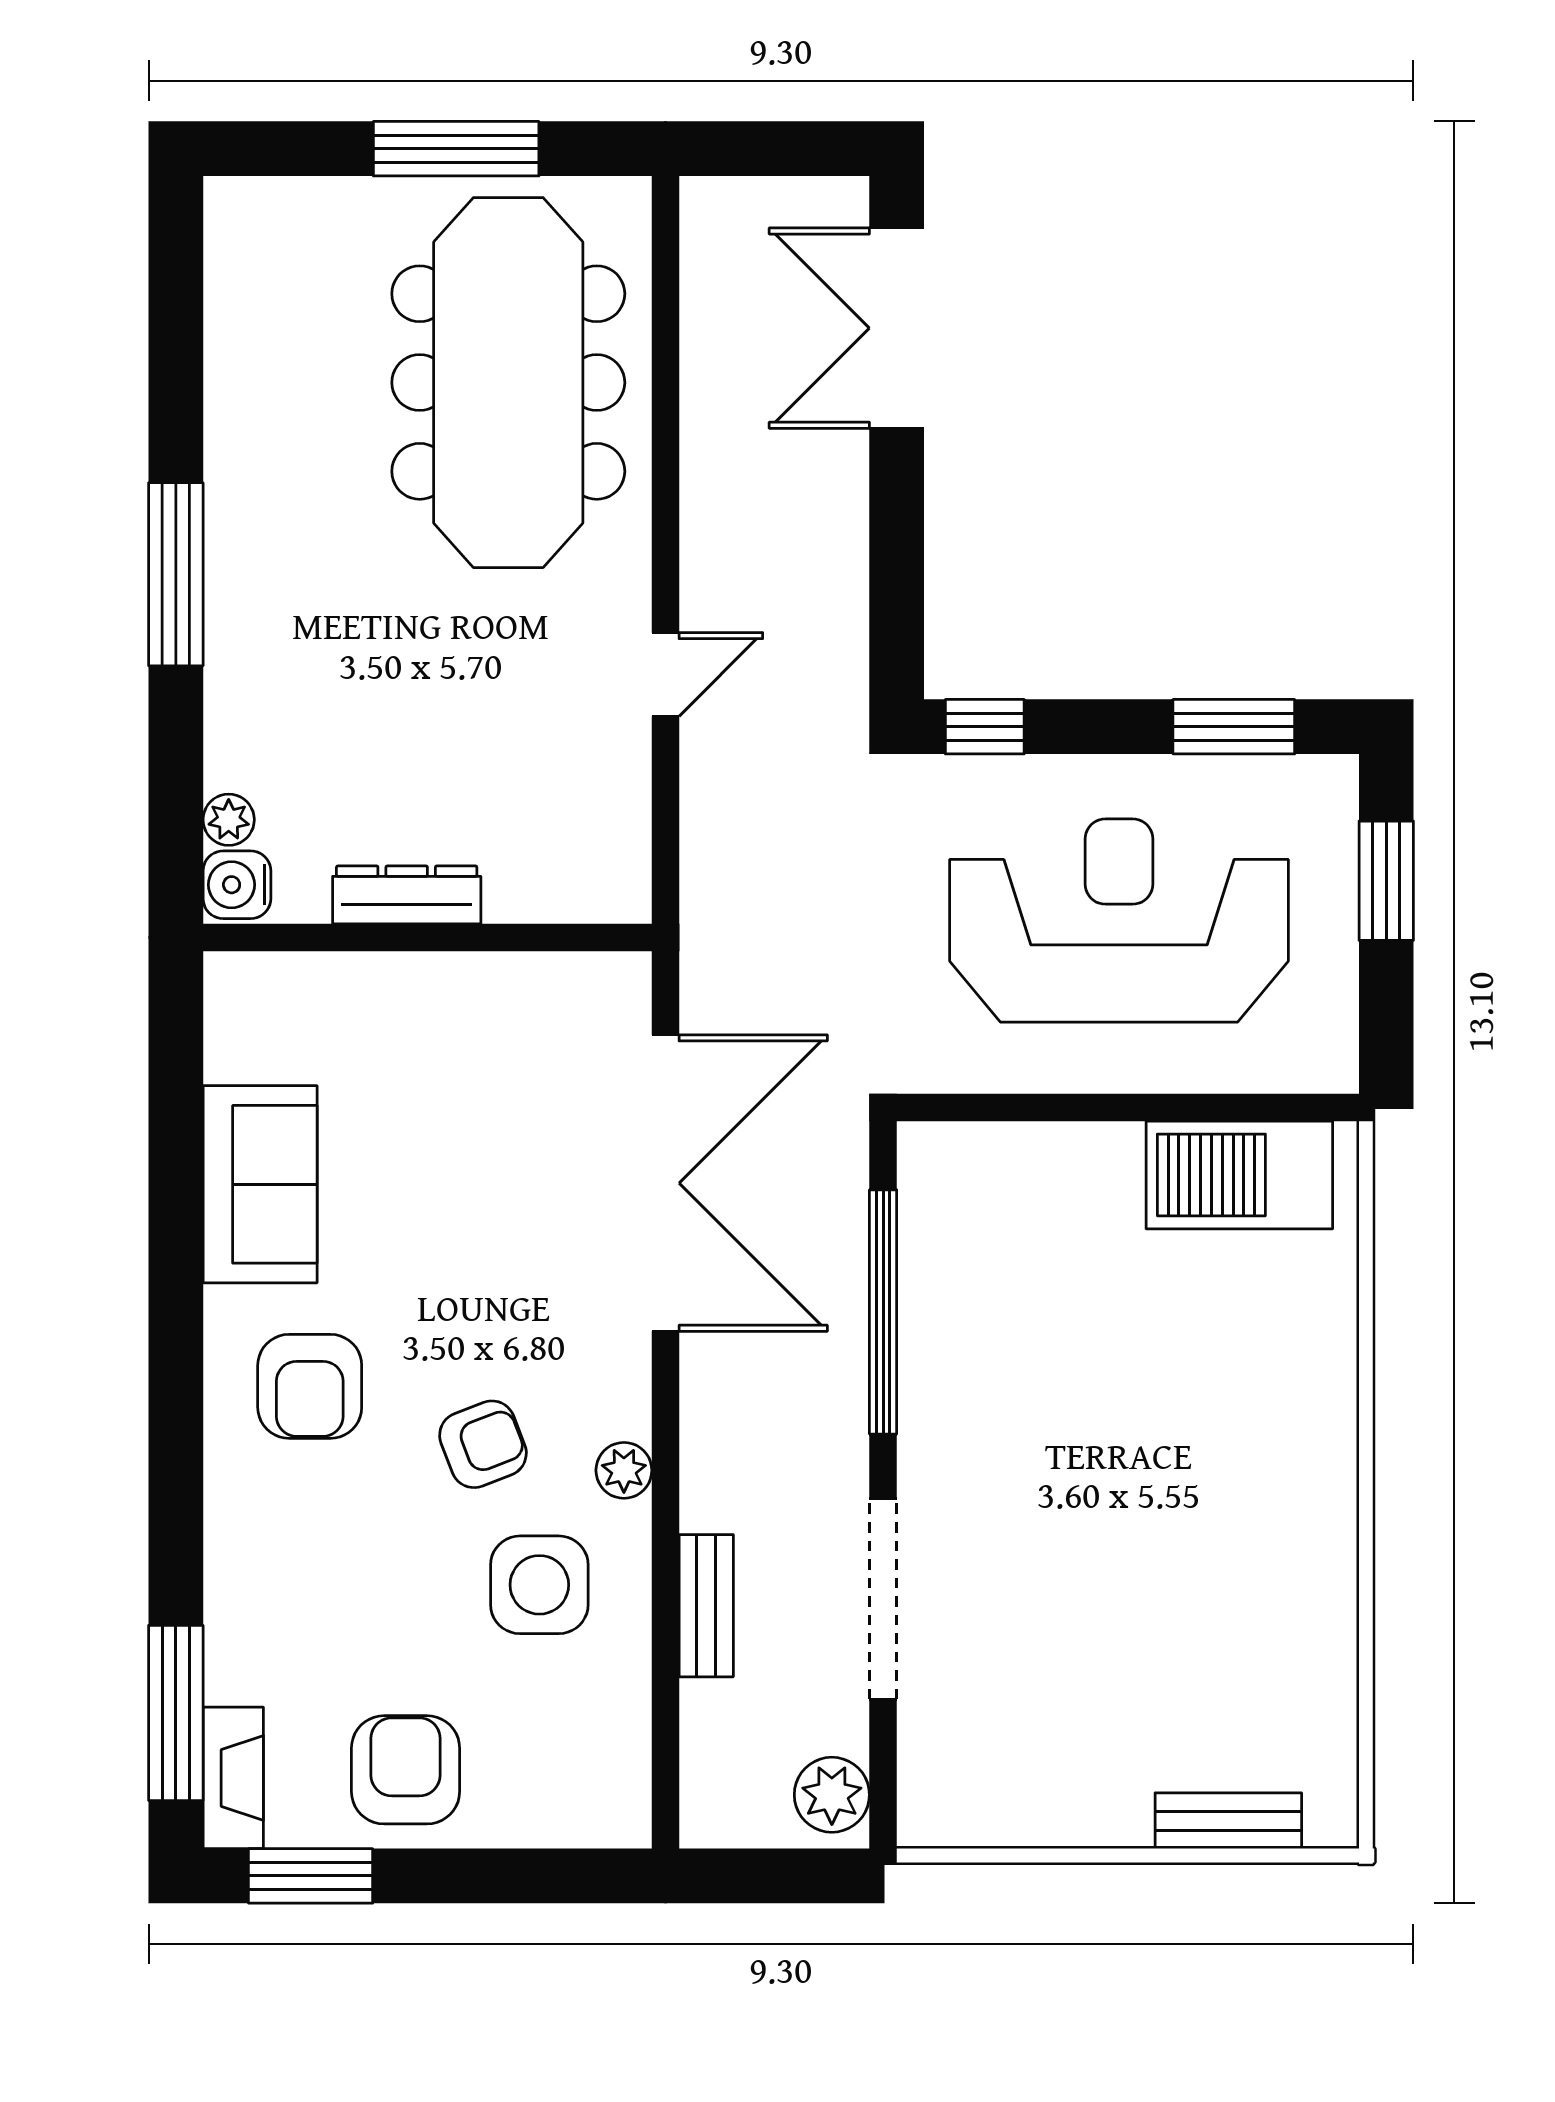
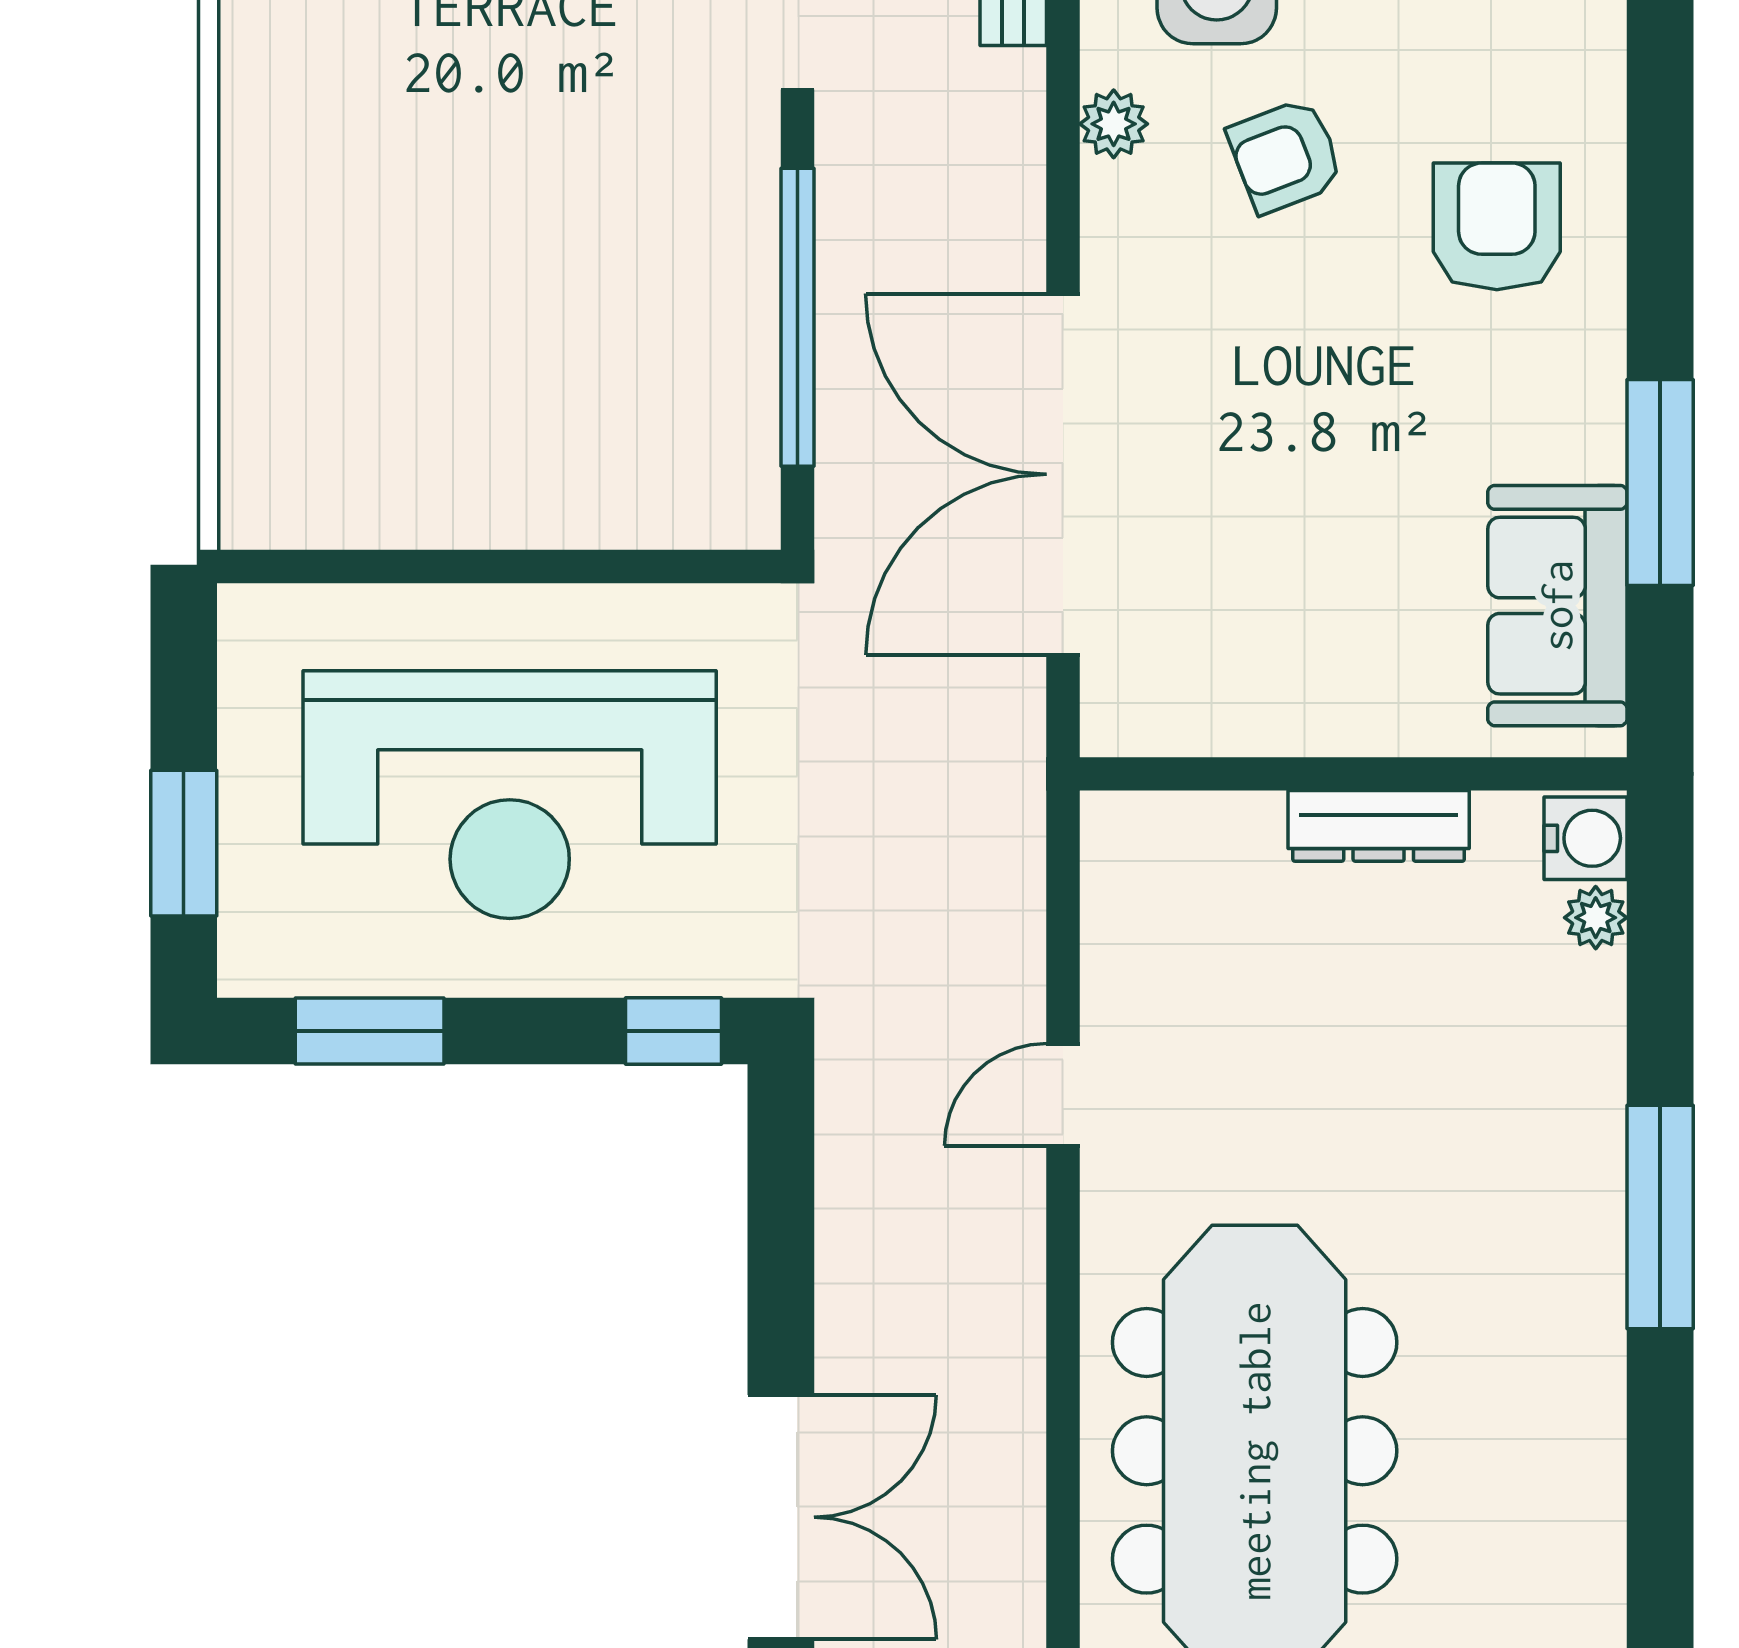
barbecue: (1239, 1175) -> (363, 484), removed
window: (176, 1176) -> (1660, 482), added
sofa: (260, 1184) -> (1557, 606), moved

